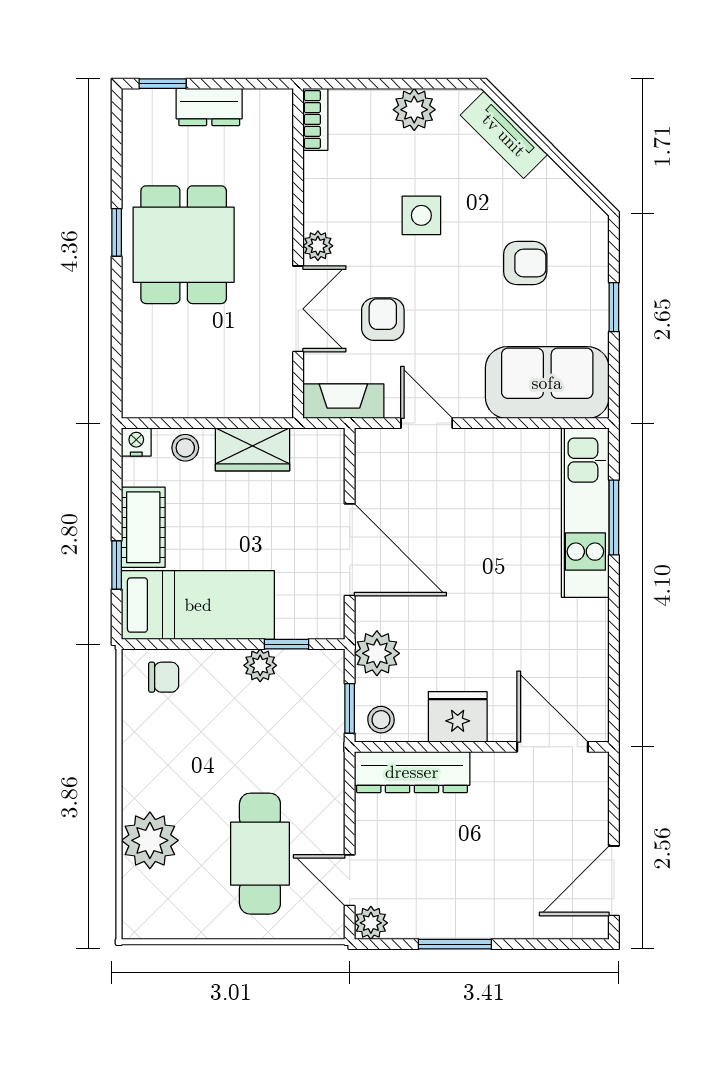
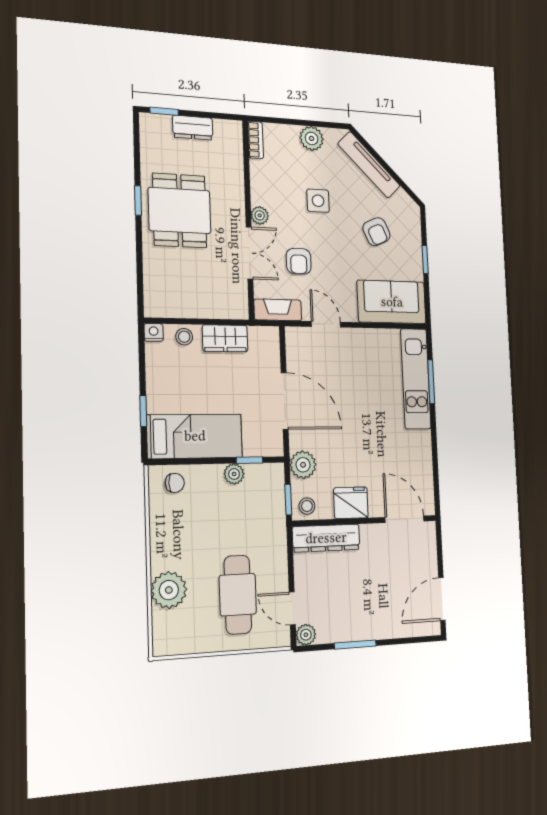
tv unit: (504, 135) -> (369, 165), width x1.41
armchair: (525, 263) -> (376, 232), turned 66
armchair: (383, 319) -> (299, 261), turned 180
cot: (143, 527) -> (159, 387), removed

